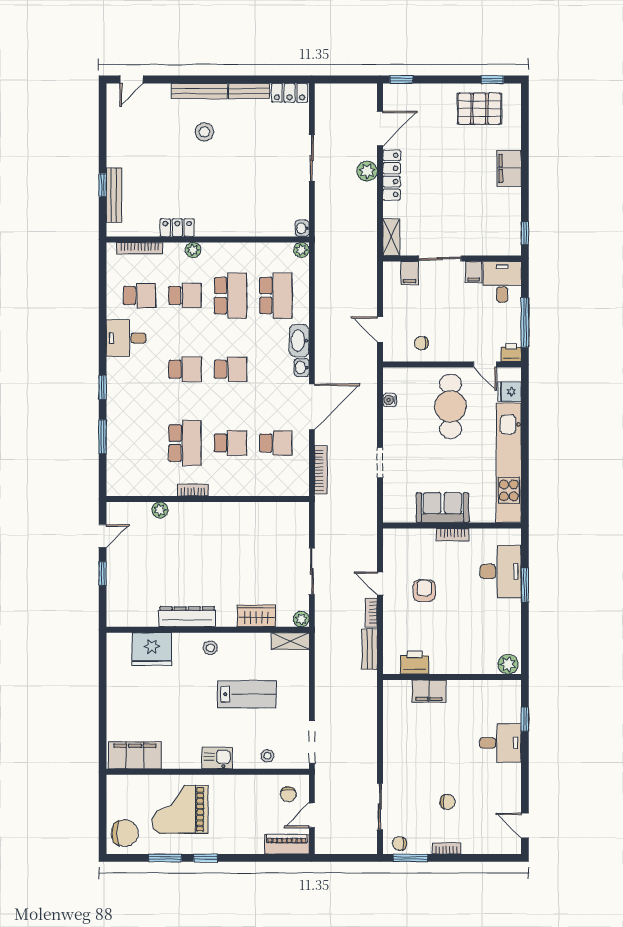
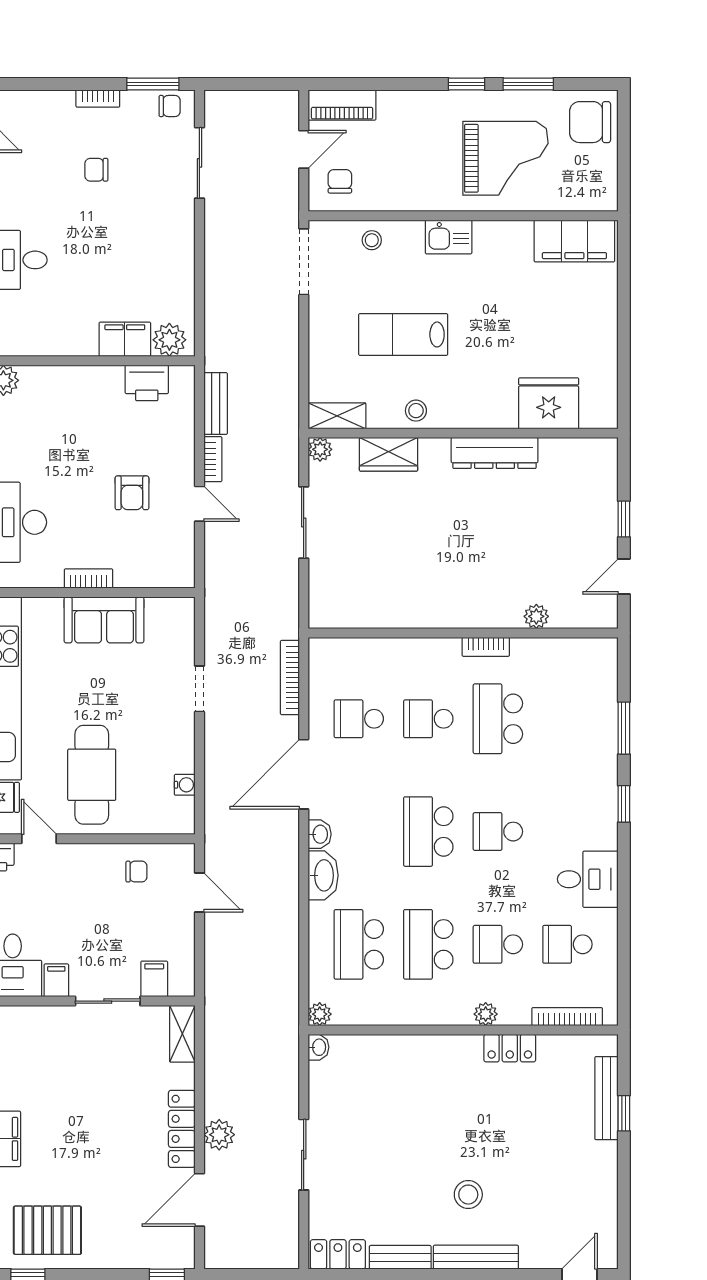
school desk: (230, 369) -> (428, 832), width x1.85
stool: (210, 648) -> (416, 411), moved
plant: (400, 691) -> (169, 340), added

